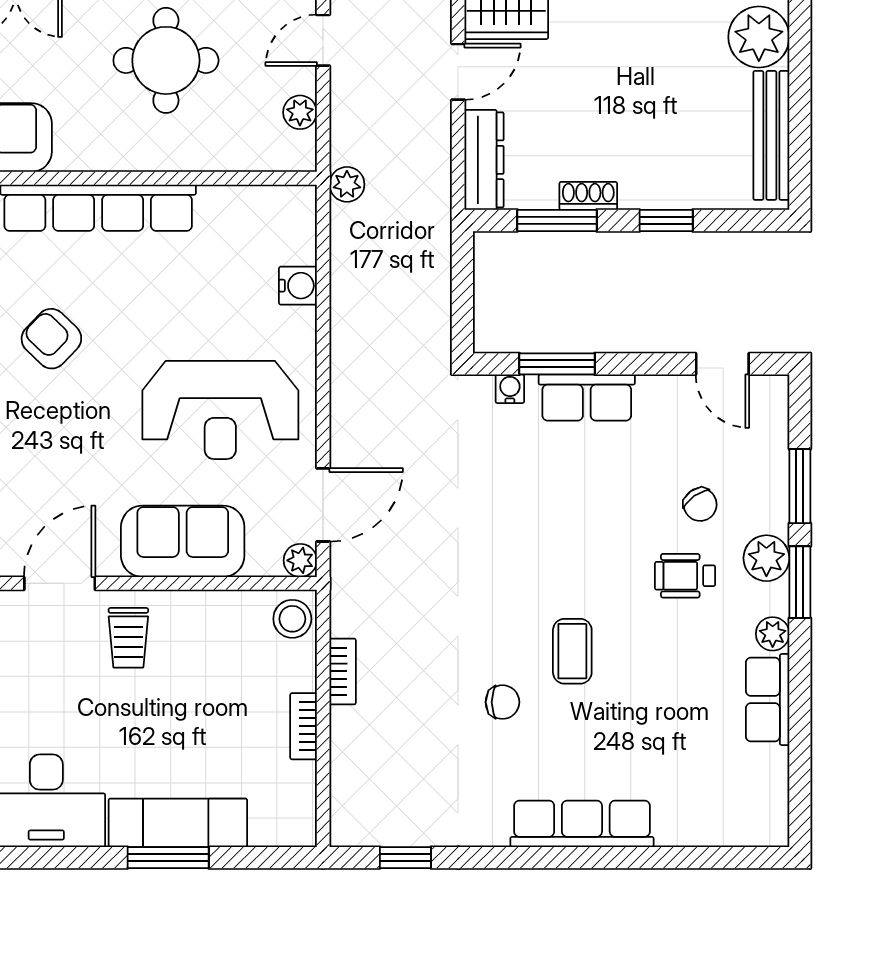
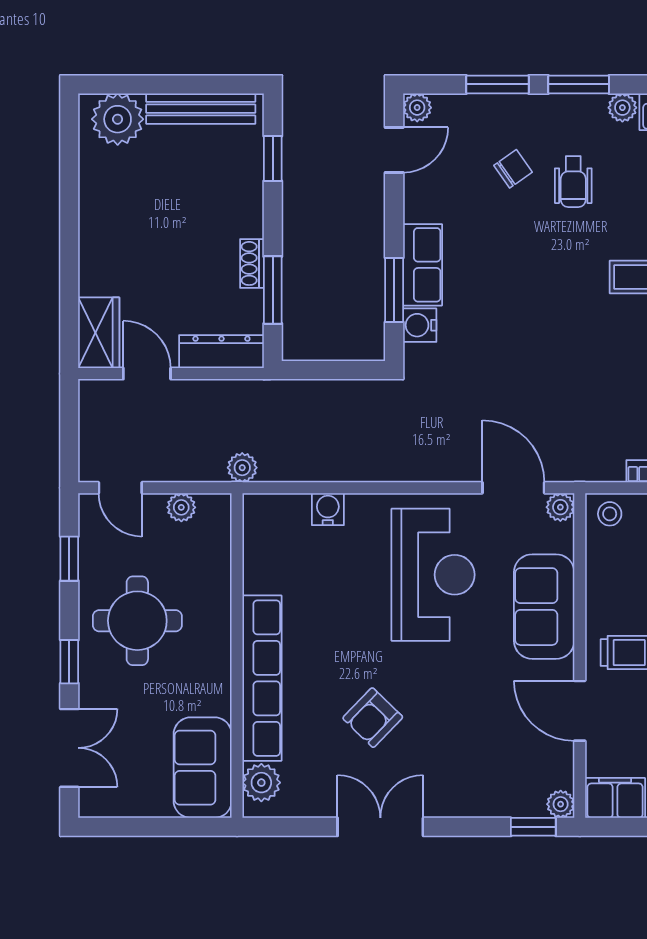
window: (666, 220) -> (273, 159), moved
water cooler: (510, 389) -> (420, 325), width x1.38, depth x1.38
plant: (766, 558) -> (417, 108), moved, width x0.73, depth x0.73
stool: (292, 619) -> (610, 514), width x0.73, depth x0.73

